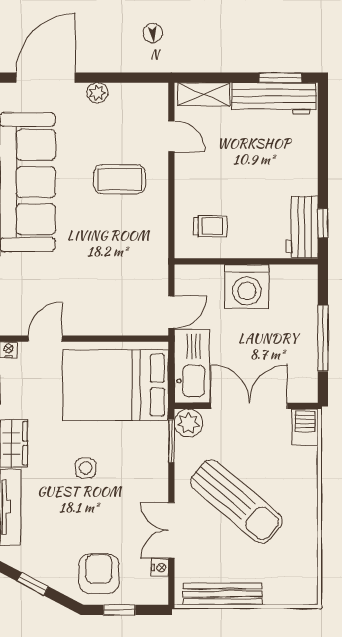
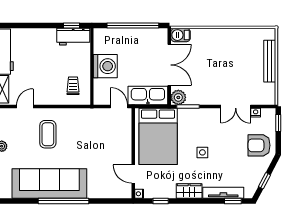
window: (323, 338) -> (133, 25), width x1.46
double door: (249, 406) -> (169, 65), swing flipped
sun lounger: (236, 502) -> (220, 72), removed
bench: (222, 594) -> (270, 61), moved
window: (119, 610) -> (278, 123), moved

